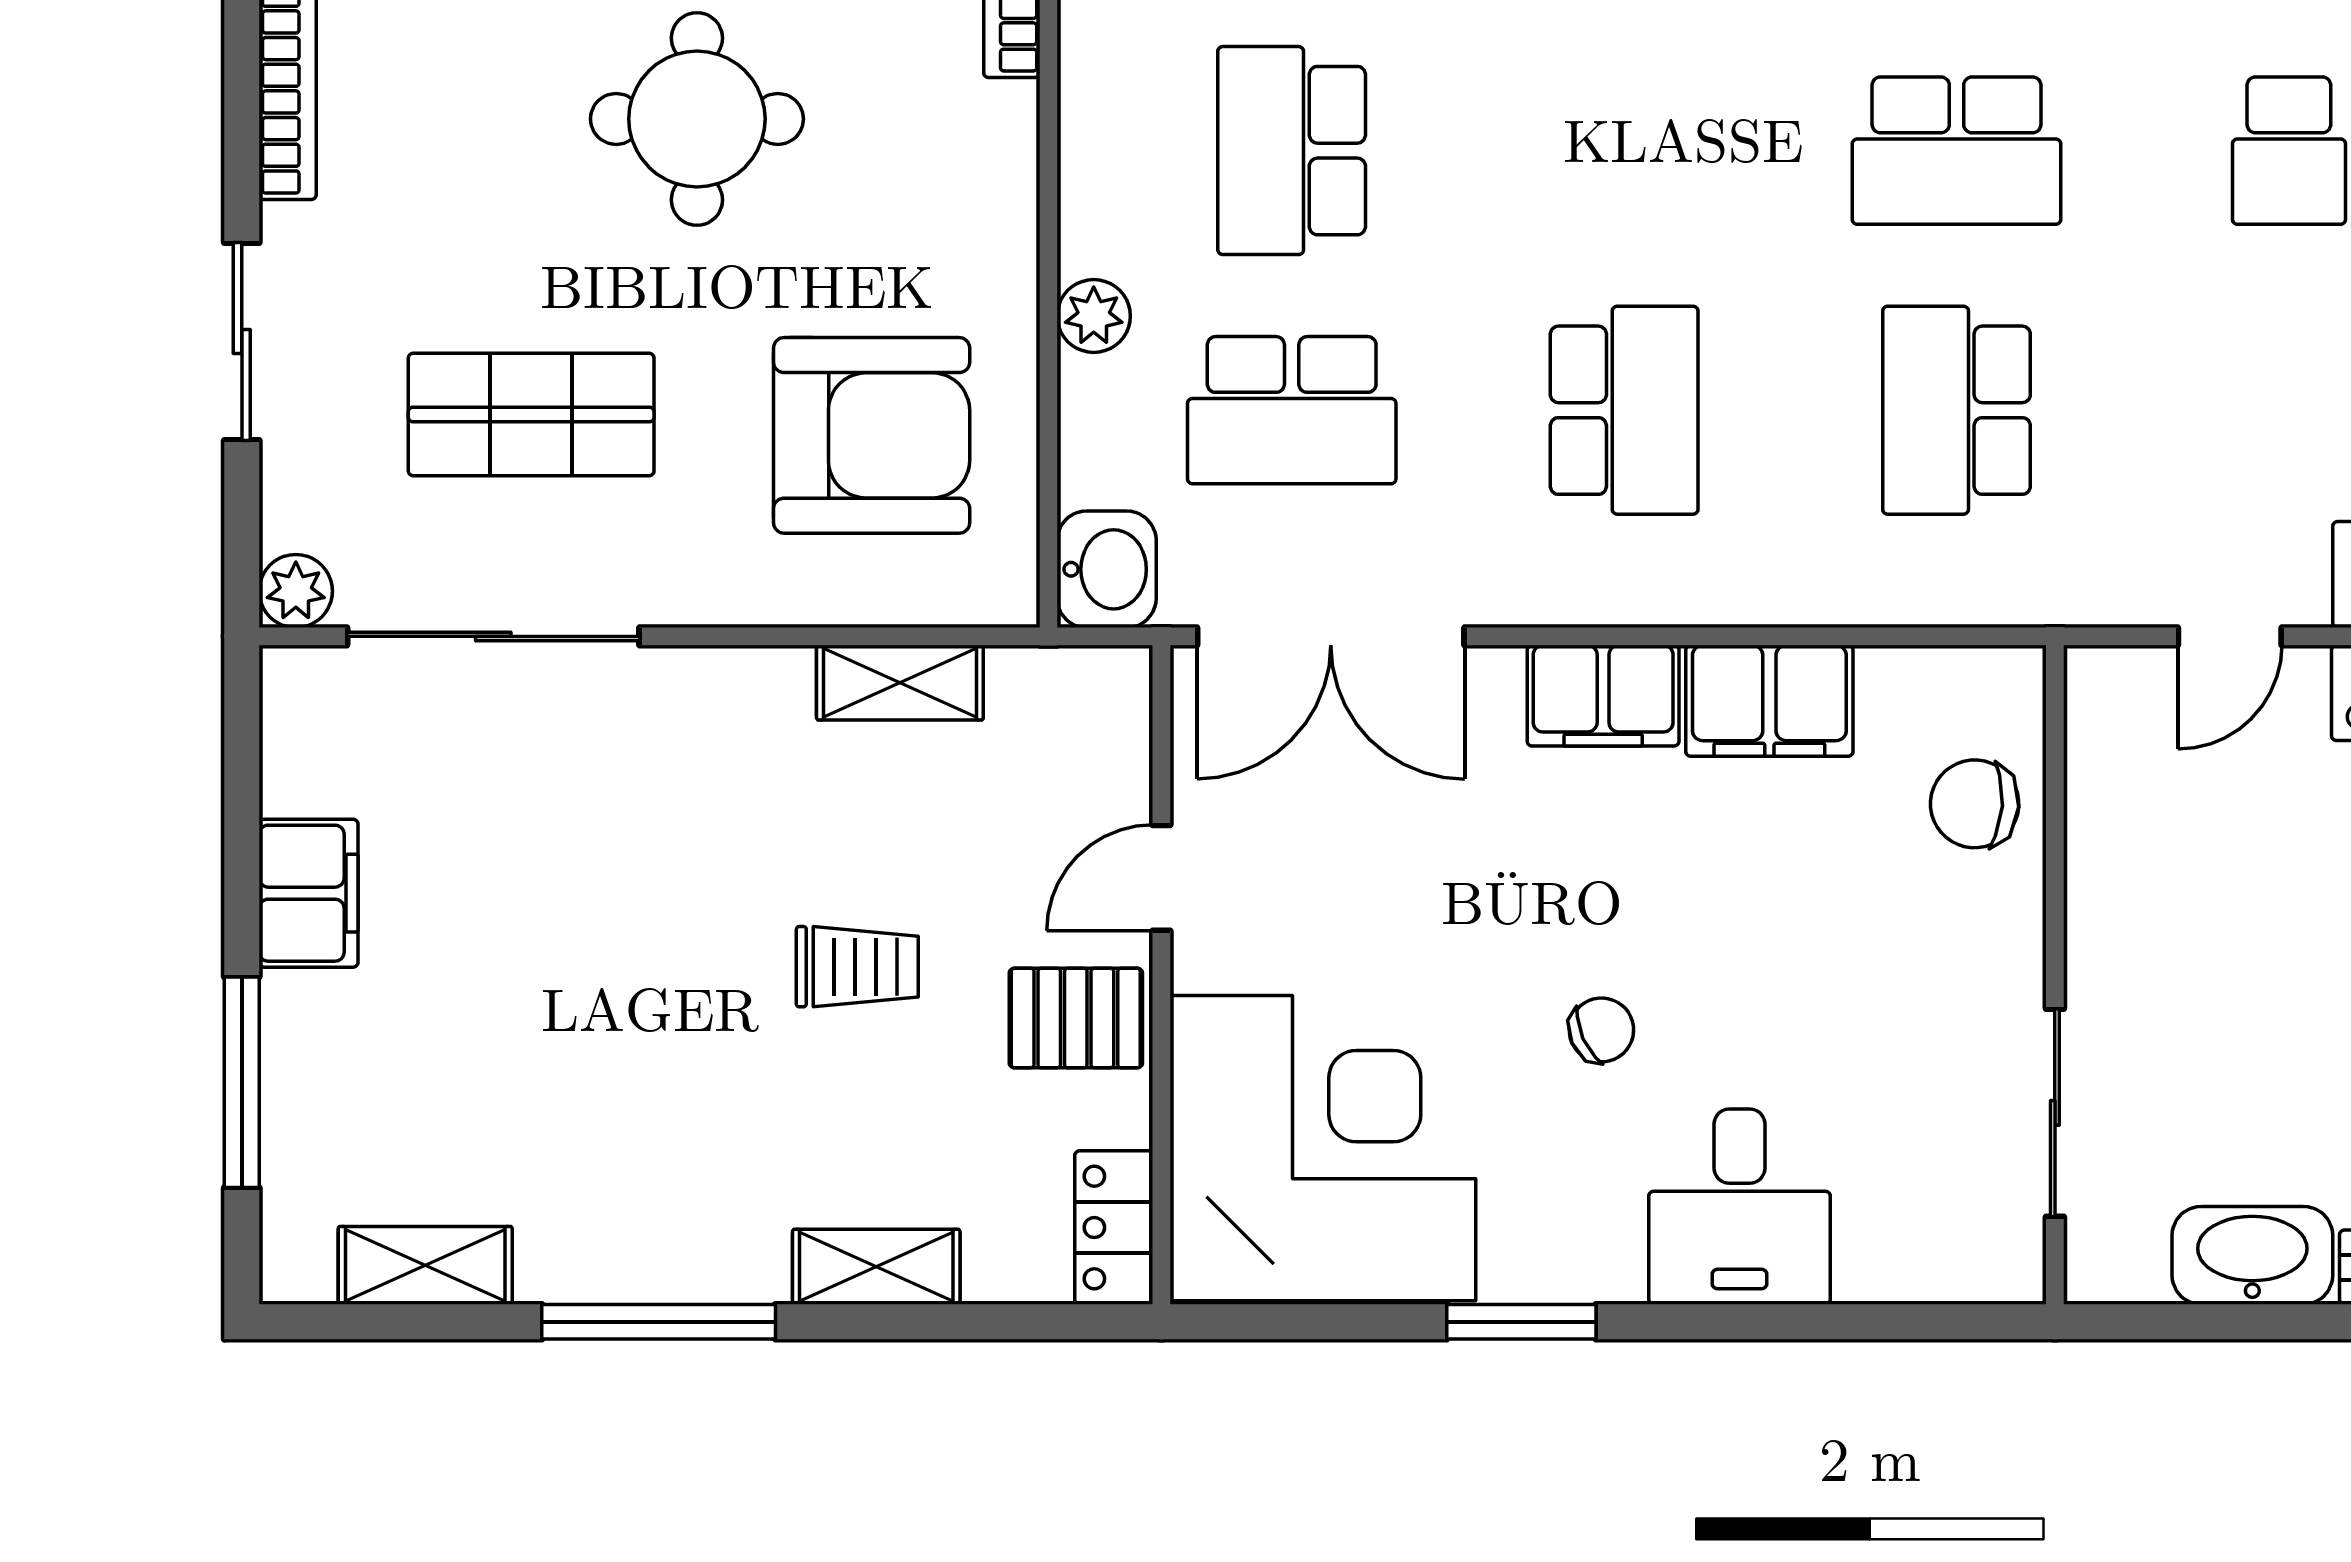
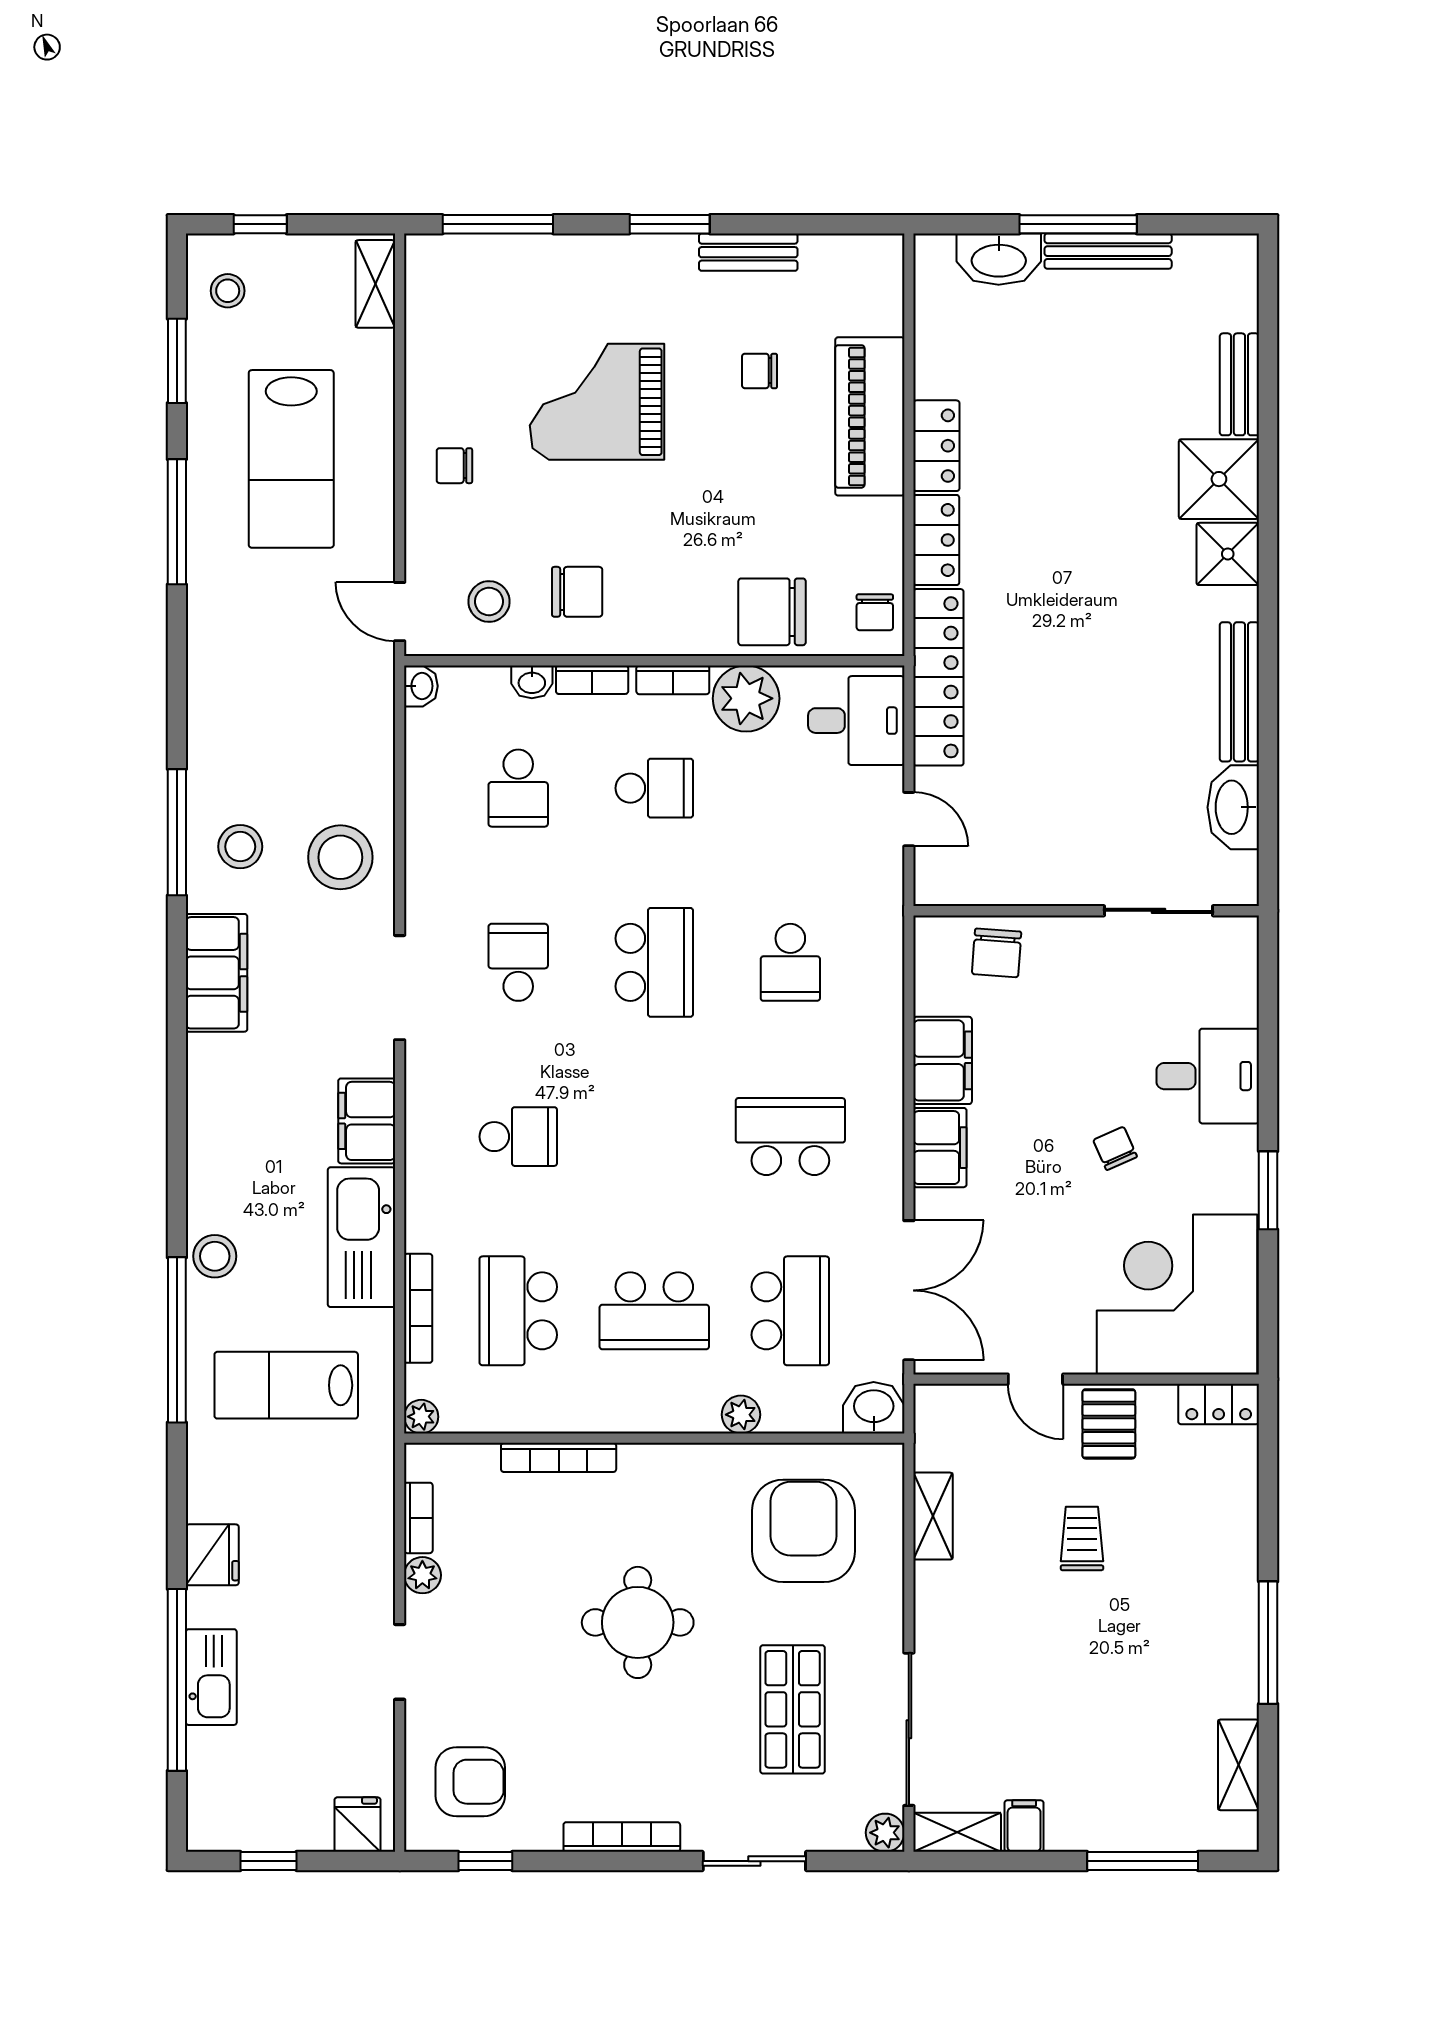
school desk: (1957, 410) -> (790, 962), width x0.54
filing cabinet: (308, 893) -> (1024, 1826), width x0.50
shelving: (876, 1267) -> (957, 1832), moved, turned 90

